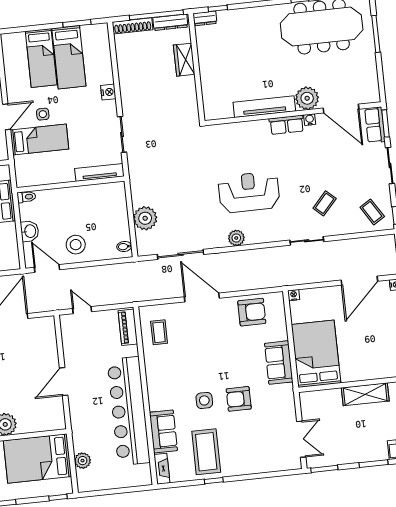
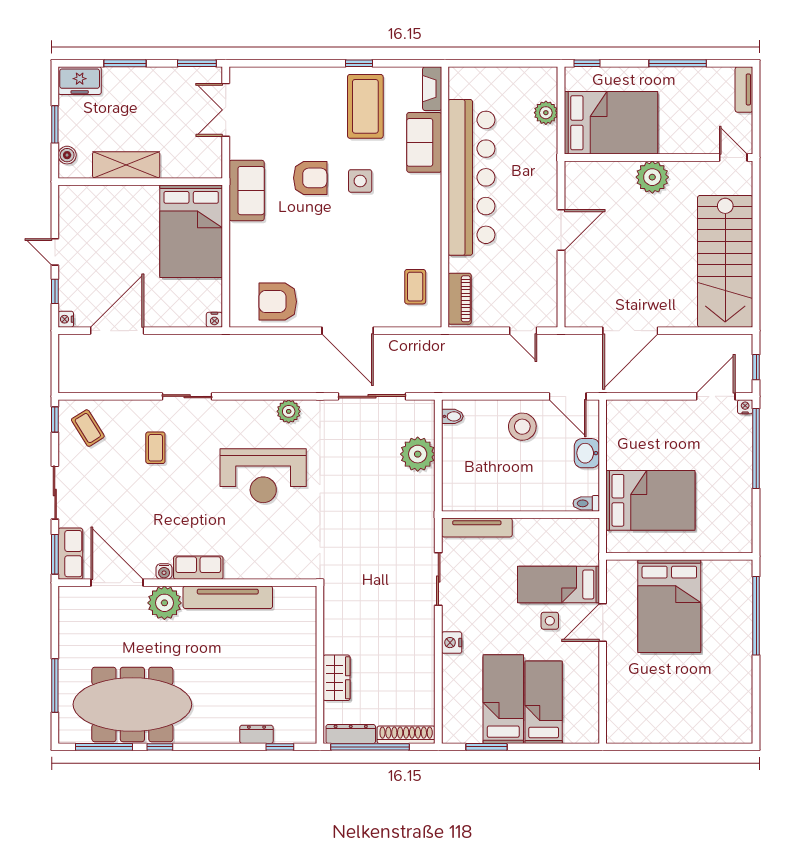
dresser: (205, 18) -> (256, 734), moved
coffee table: (325, 203) -> (155, 448), turned -42
sofa: (279, 363) -> (247, 191), moved

